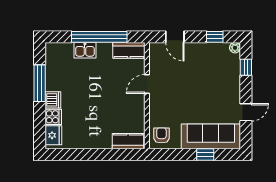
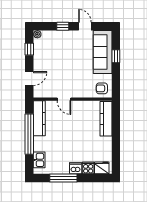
kitchen sink: (85, 50) -> (39, 160), moved
kitchen counter: (129, 50) -> (39, 118), width x1.50
window: (246, 67) -> (63, 26), moved
kitchen counter: (128, 141) -> (106, 119), width x1.50

